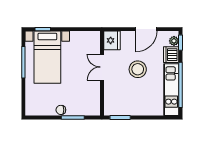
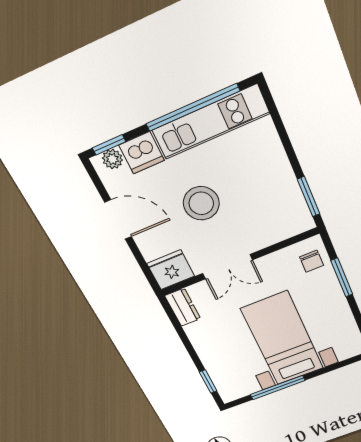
dresser: (90, 37) -> (183, 307), added
bed with nightstands: (47, 57) -> (282, 339), moved, turned -90
chair: (61, 110) -> (312, 261), moved

